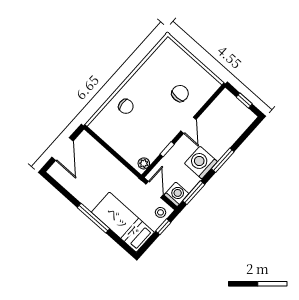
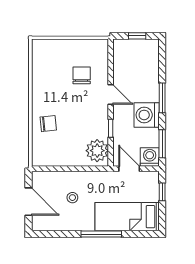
plant: (144, 163) -> (97, 151), width x1.88, depth x1.88
stool: (160, 212) -> (72, 198), moved

